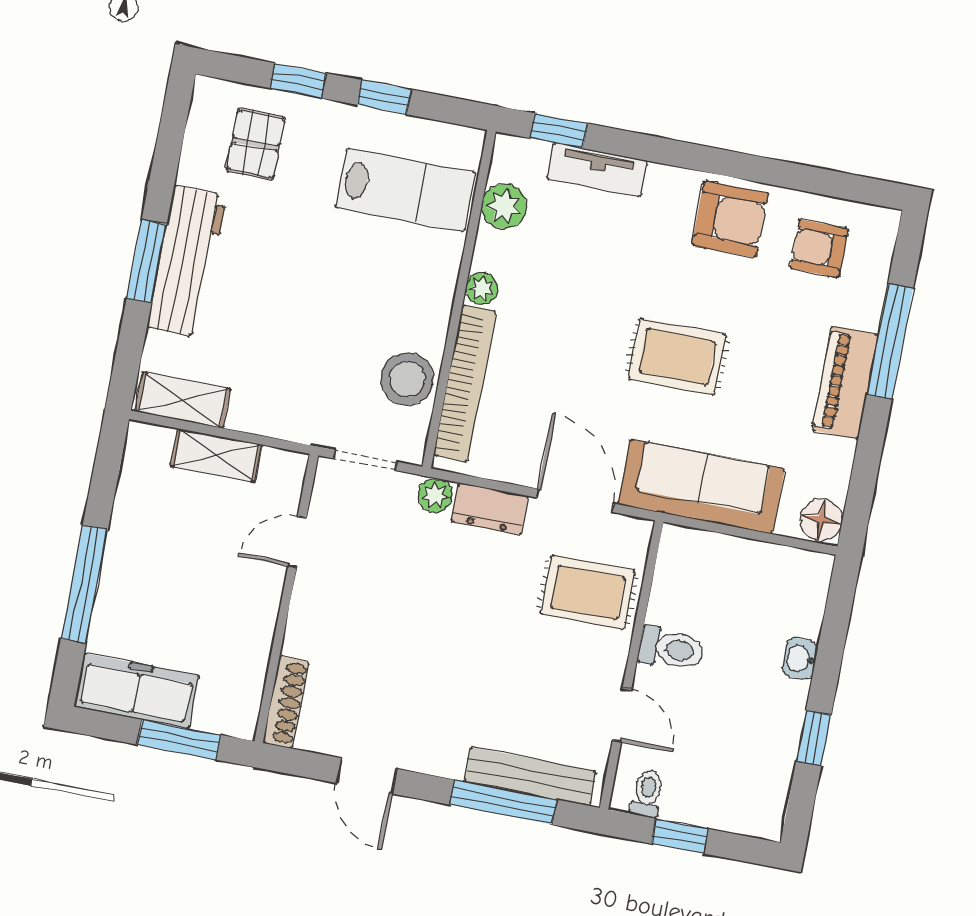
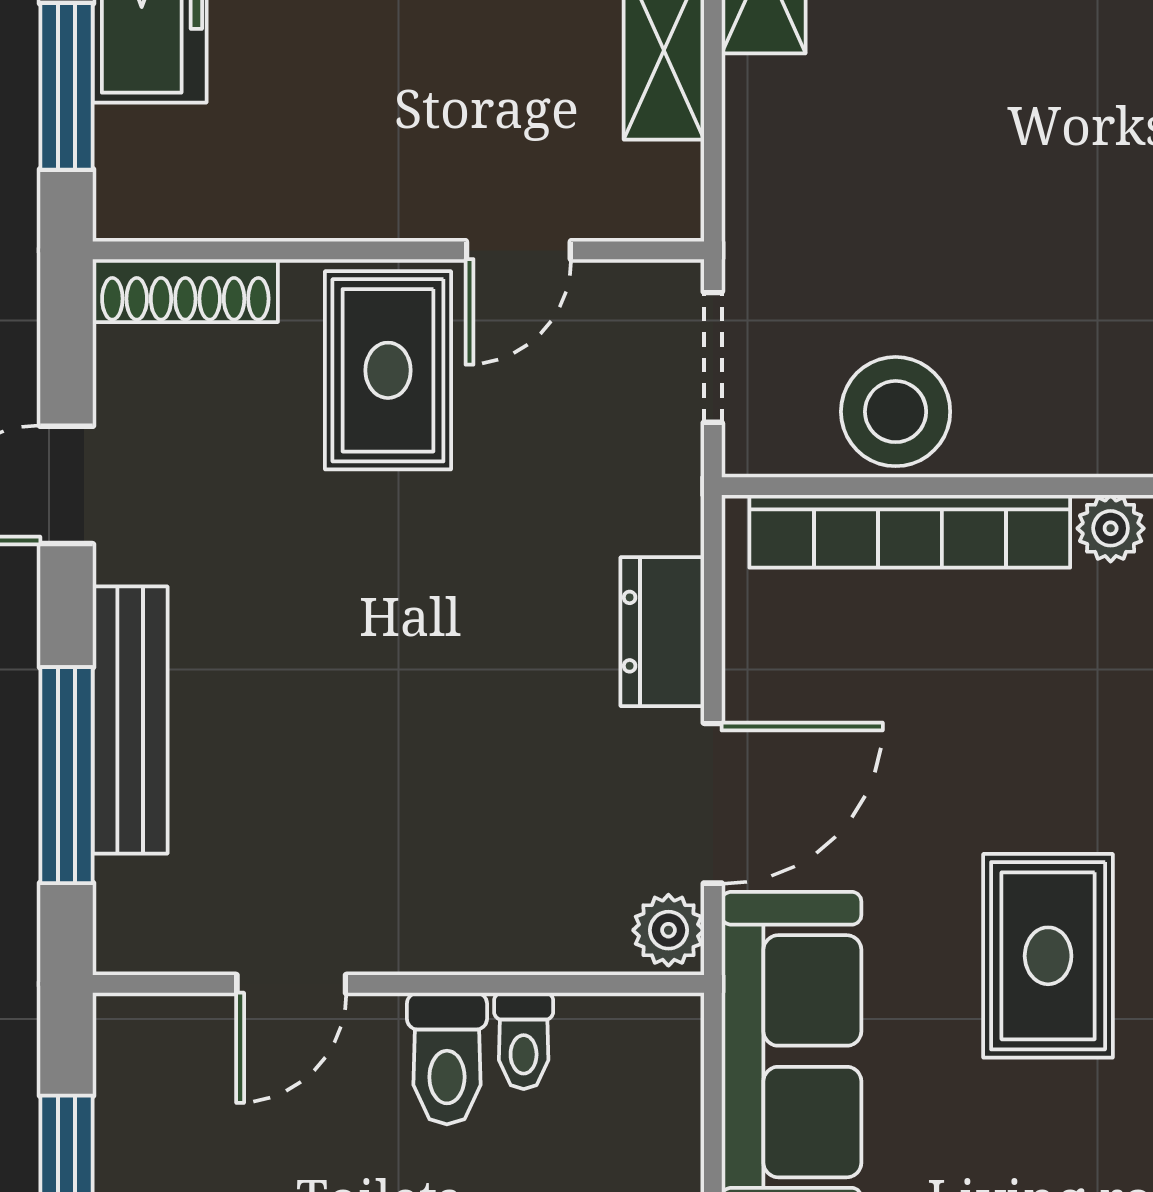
plant: (435, 495) -> (668, 930), moved
door: (297, 542) -> (518, 250), swing flipped
rug: (588, 592) -> (388, 370), moved
bench: (530, 776) -> (130, 720), moved
toilet: (647, 794) -> (524, 1041), moved, turned 90

